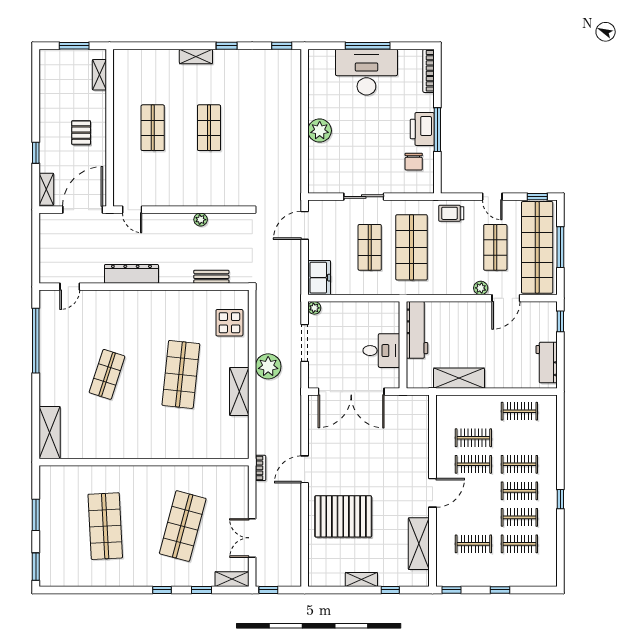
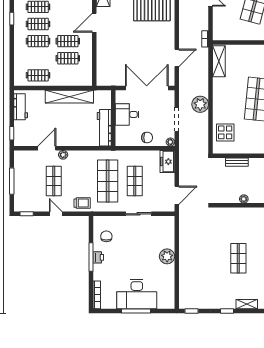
printer: (422, 129) -> (98, 257), width x0.53, depth x0.68
shop shelf: (537, 247) -> (27, 181), removed
chair: (351, 315) -> (147, 138), added
shelving: (459, 378) -> (69, 97), width x1.47
shelving: (239, 391) -> (219, 61), moved
door: (305, 469) -> (177, 58), moved

